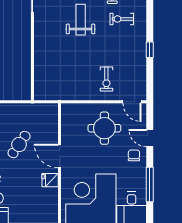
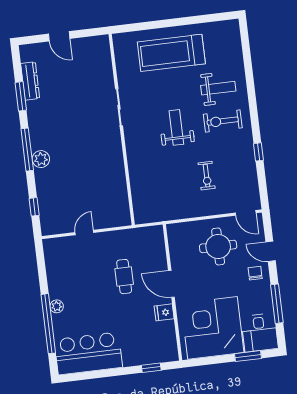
exercise bike: (122, 19) -> (223, 121), width x1.38, depth x1.39
exercise bike: (106, 79) -> (207, 176), moved
cafe table: (19, 145) -> (124, 277), turned -35

